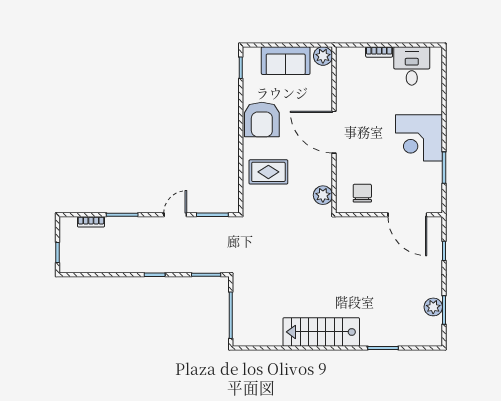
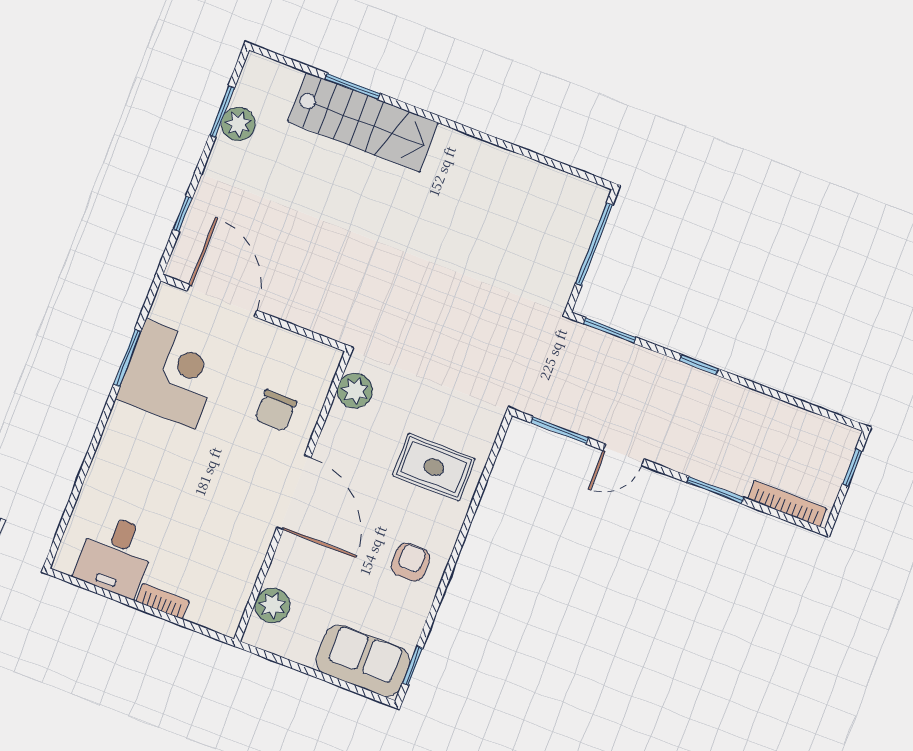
plant: (323, 56) -> (272, 605), moved
sofa: (286, 61) -> (363, 661), moved
armchair: (262, 120) -> (410, 562), width x0.53, depth x0.53
corner desk: (419, 138) -> (171, 374), moved
chair: (362, 193) -> (276, 411), moved
bookcase: (91, 222) -> (787, 504), width x1.56
stairs: (321, 332) -> (363, 122), moved

